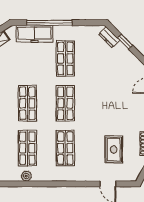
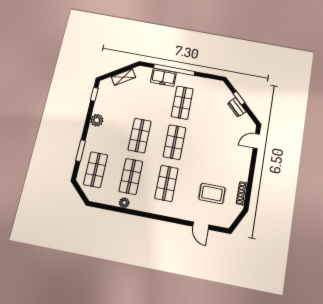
freezer: (34, 34) -> (163, 77), width x0.71
dresser: (109, 37) -> (237, 107), moved
rug: (114, 149) -> (212, 193), turned 90

